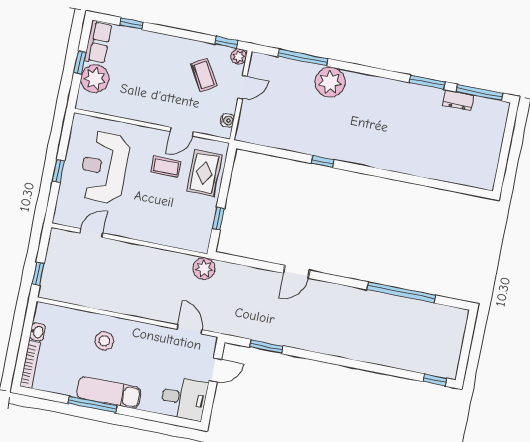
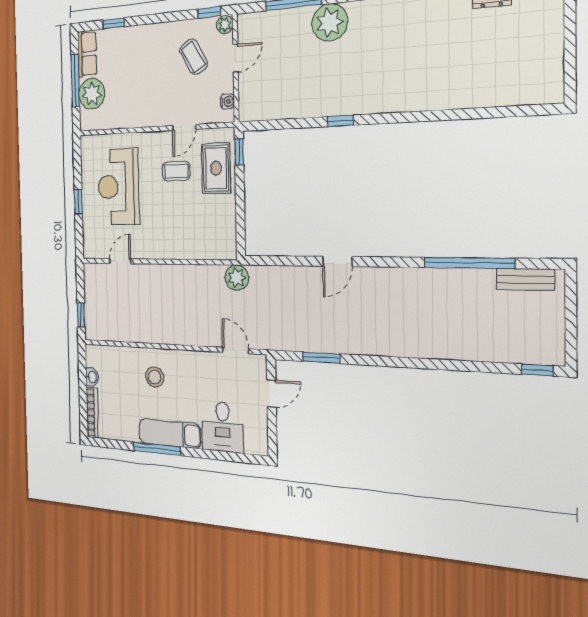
window: (80, 62) -> (75, 81), width x2.17
window: (218, 219) -> (239, 152), moved
bench: (440, 312) -> (525, 279), added
desk: (184, 398) -> (223, 427), moved, turned 90

